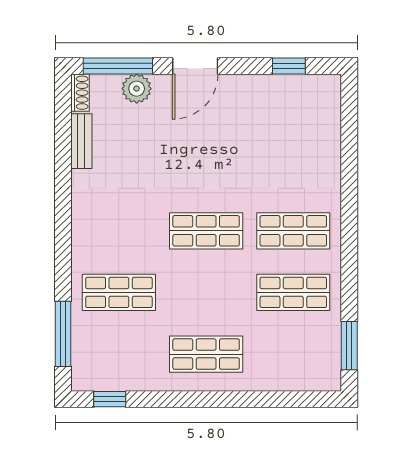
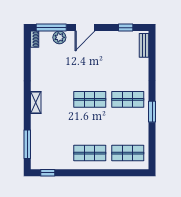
bench: (81, 141) -> (144, 45), moved
shelving: (82, 238) -> (36, 102), added
shop shelf: (119, 292) -> (52, 126), removed
shop shelf: (293, 292) -> (128, 153), moved
window: (349, 346) -> (152, 112), moved

